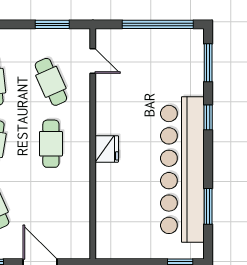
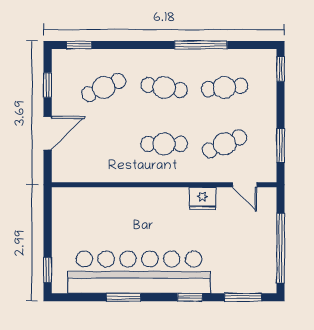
door: (93, 61) -> (245, 185), hinge flipped
fridge: (107, 149) -> (202, 198), moved
window: (208, 206) -> (123, 297), moved

